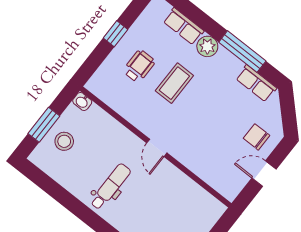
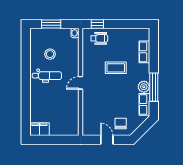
window: (115, 34) -> (97, 24), moved
plant: (207, 46) -> (144, 87), moved
wheelchair: (139, 66) -> (99, 38), moved
stool: (64, 141) -> (50, 54), moved

